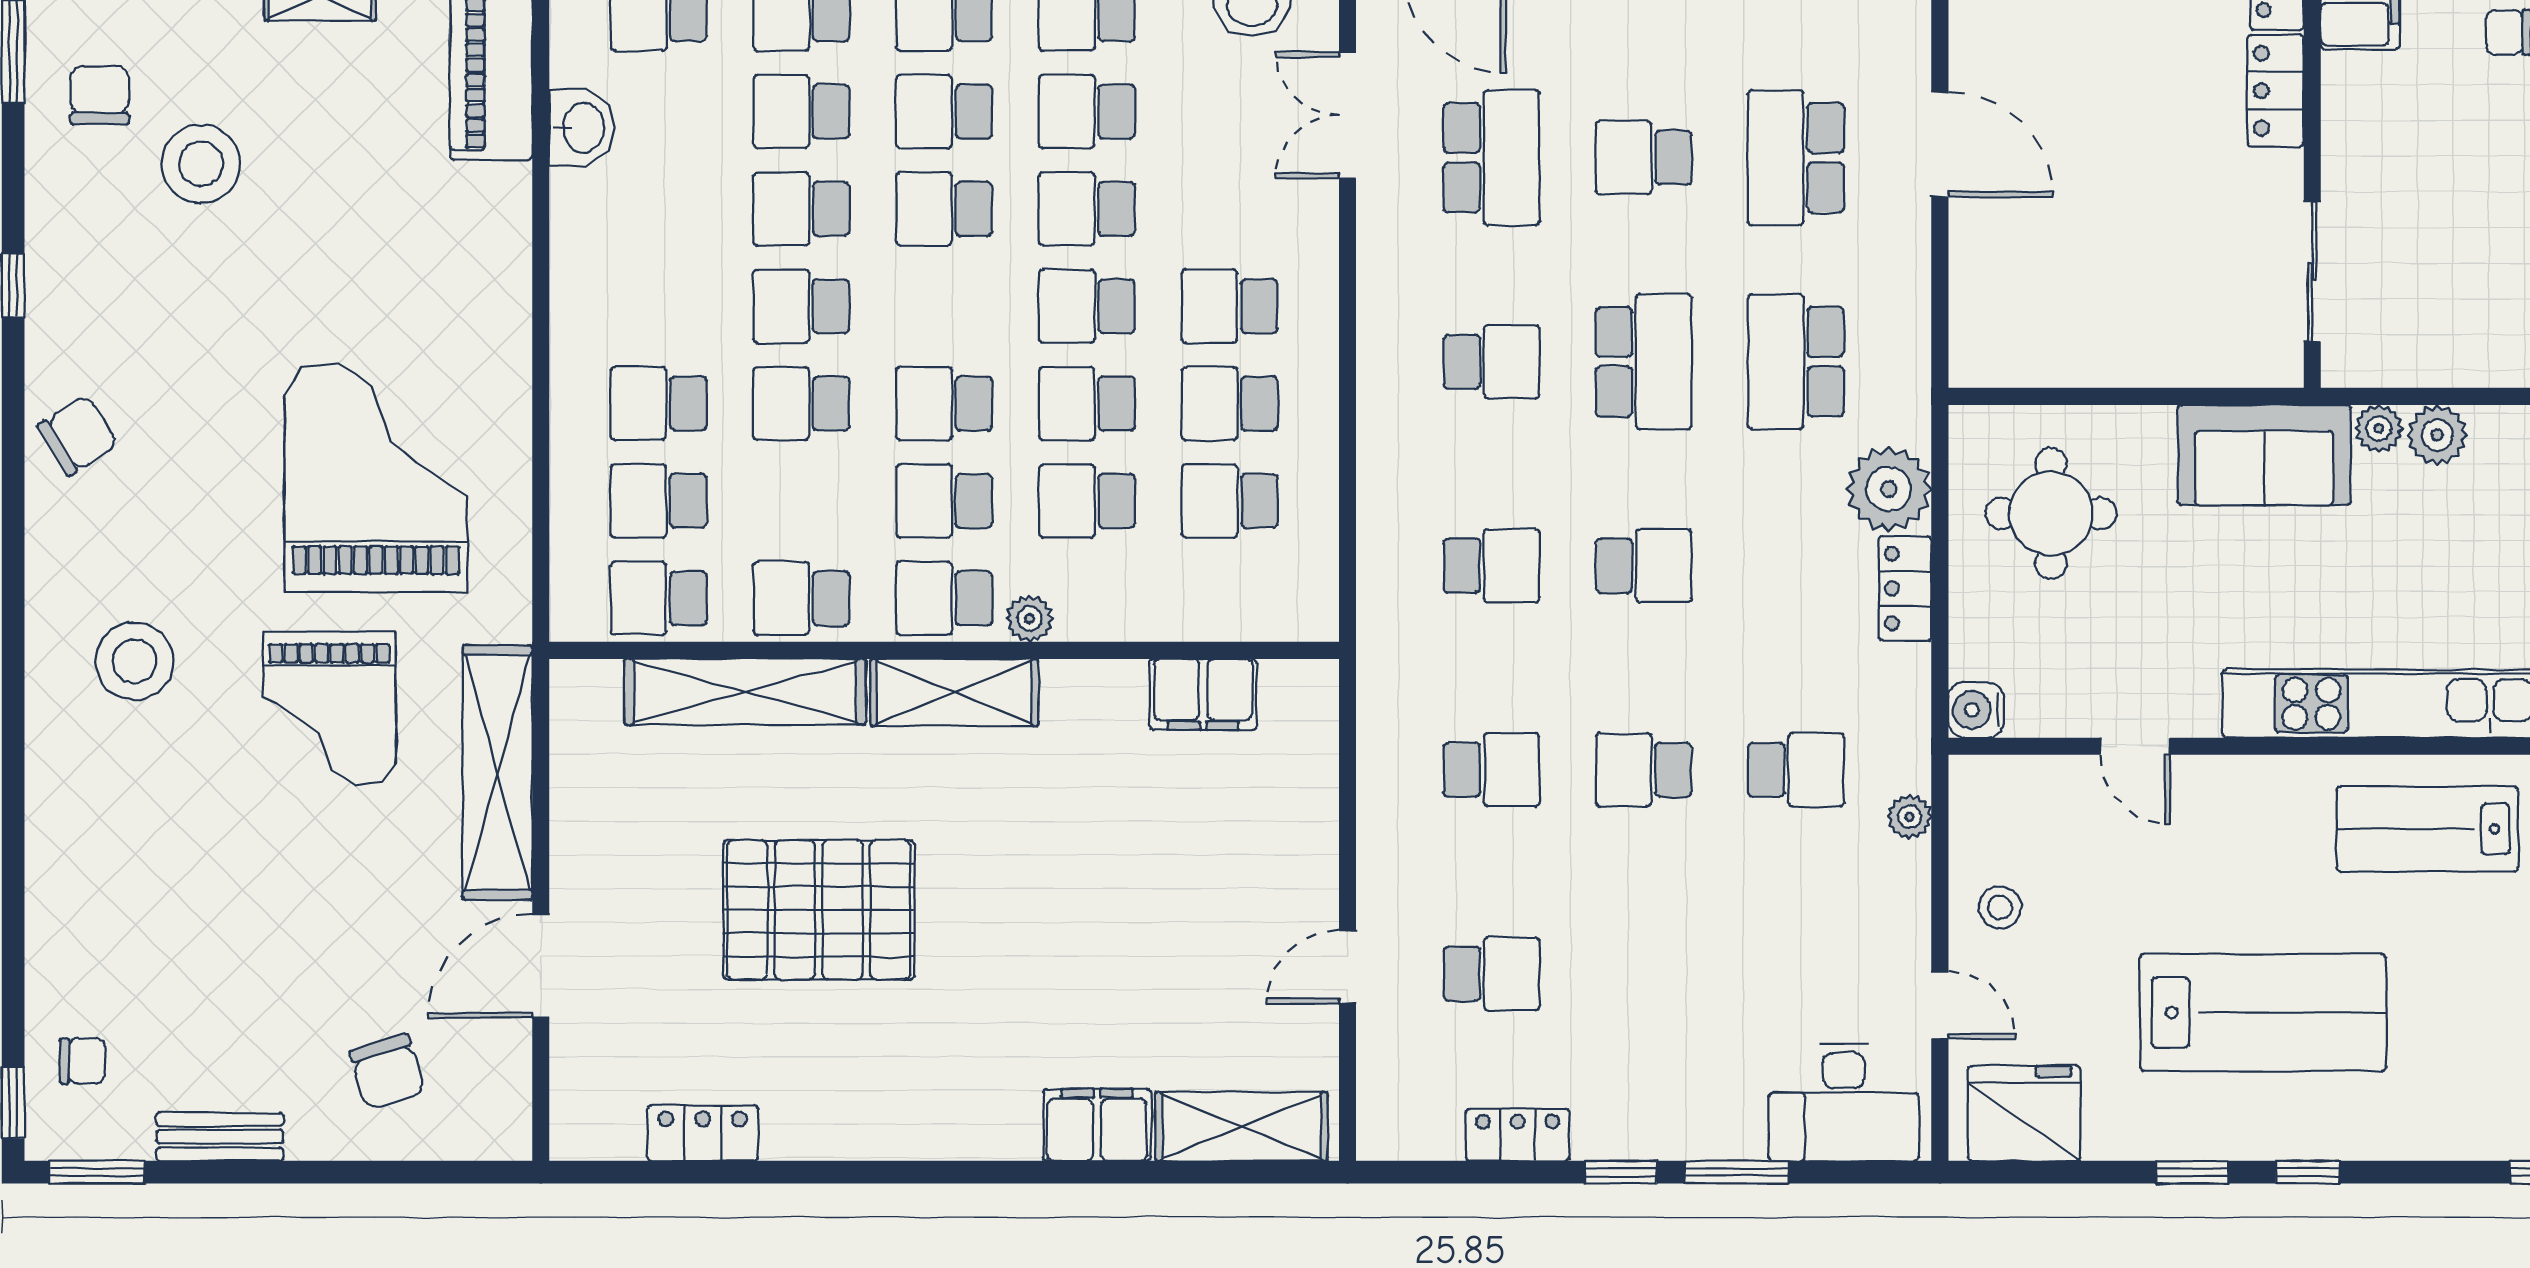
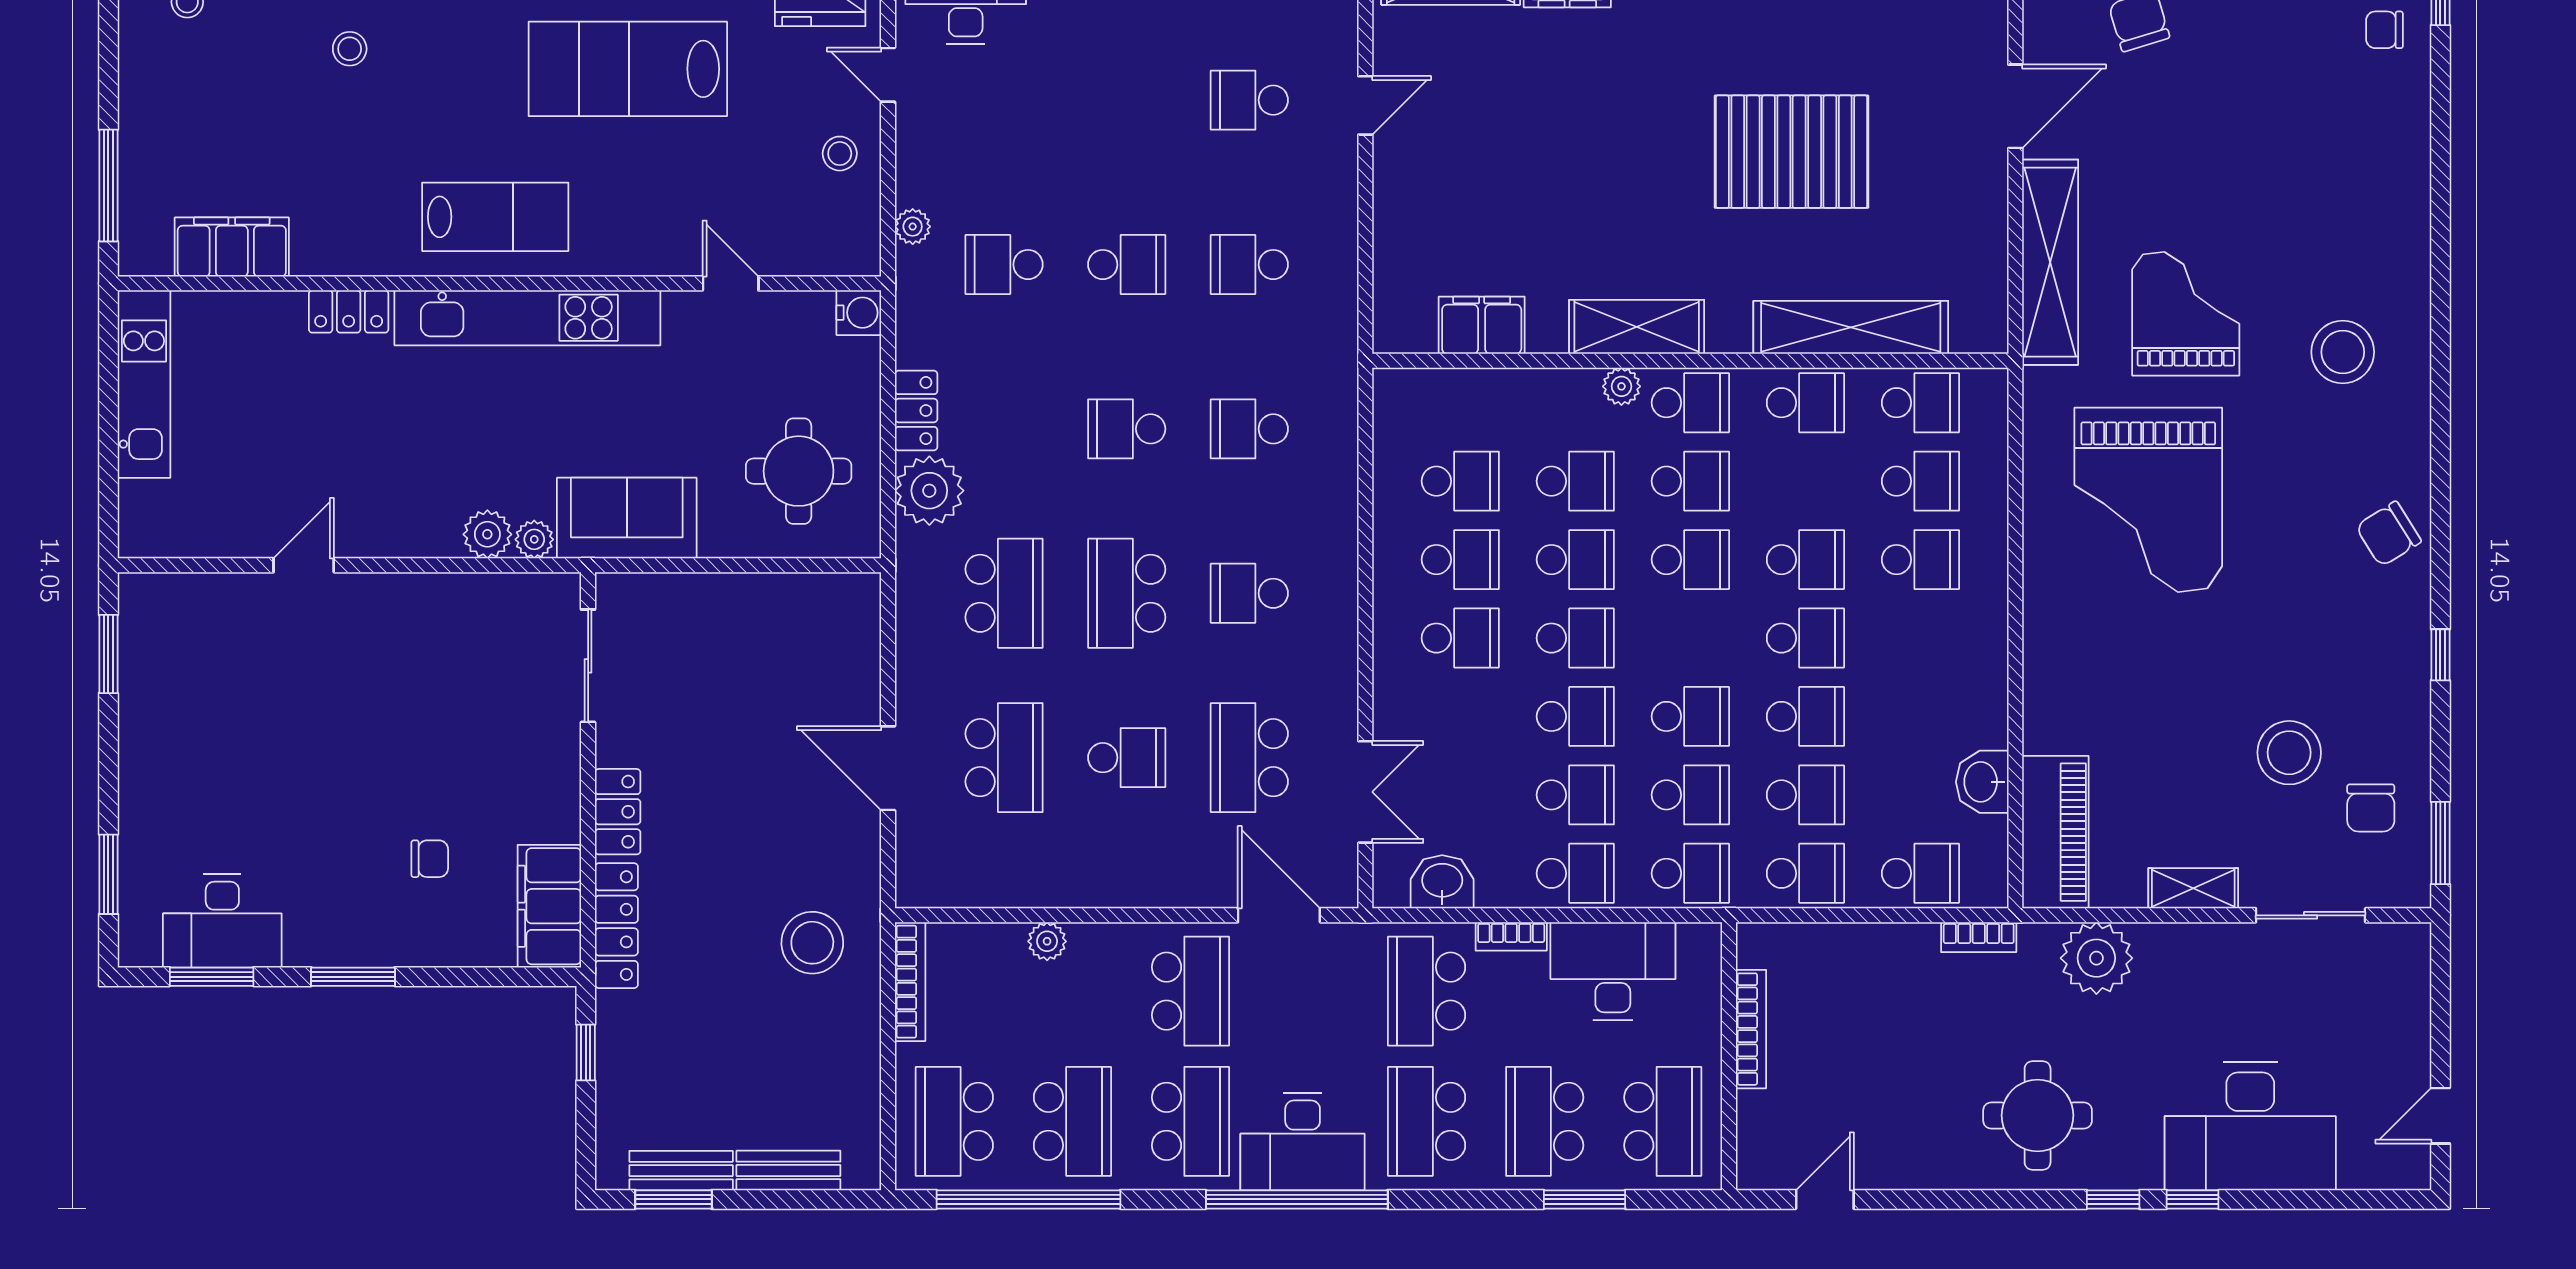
shelving: (954, 692) -> (1637, 327), moved

